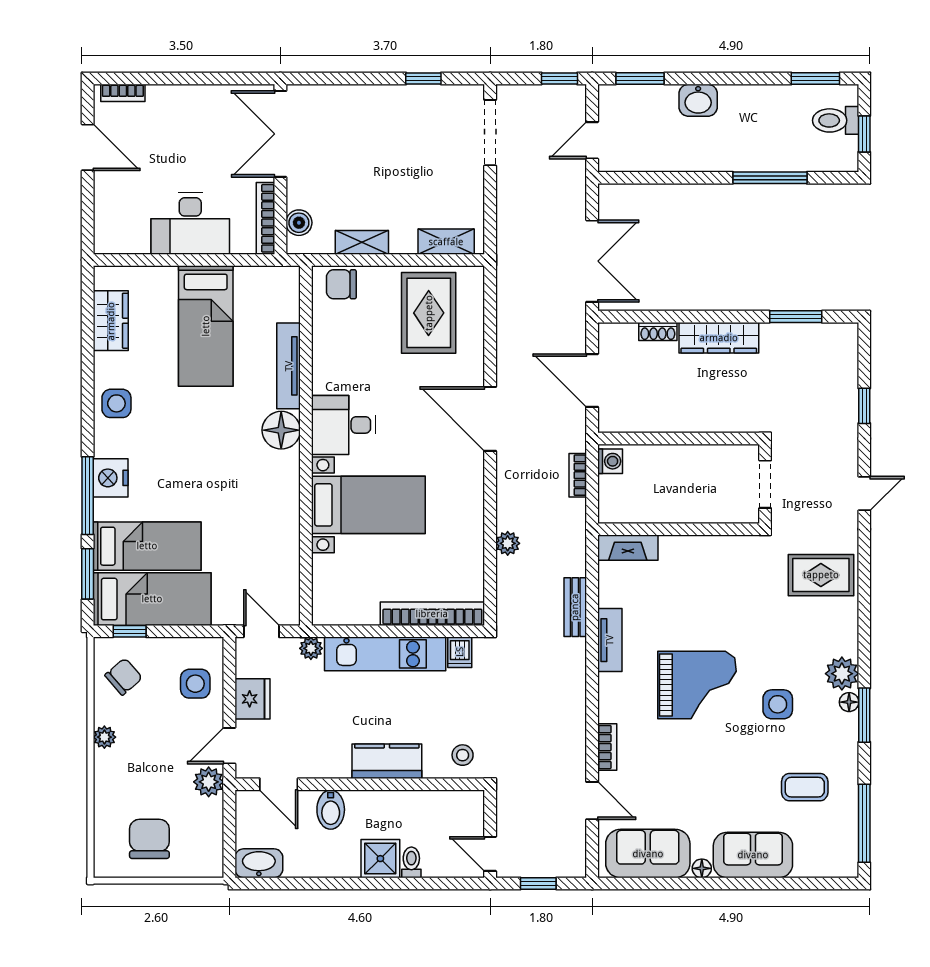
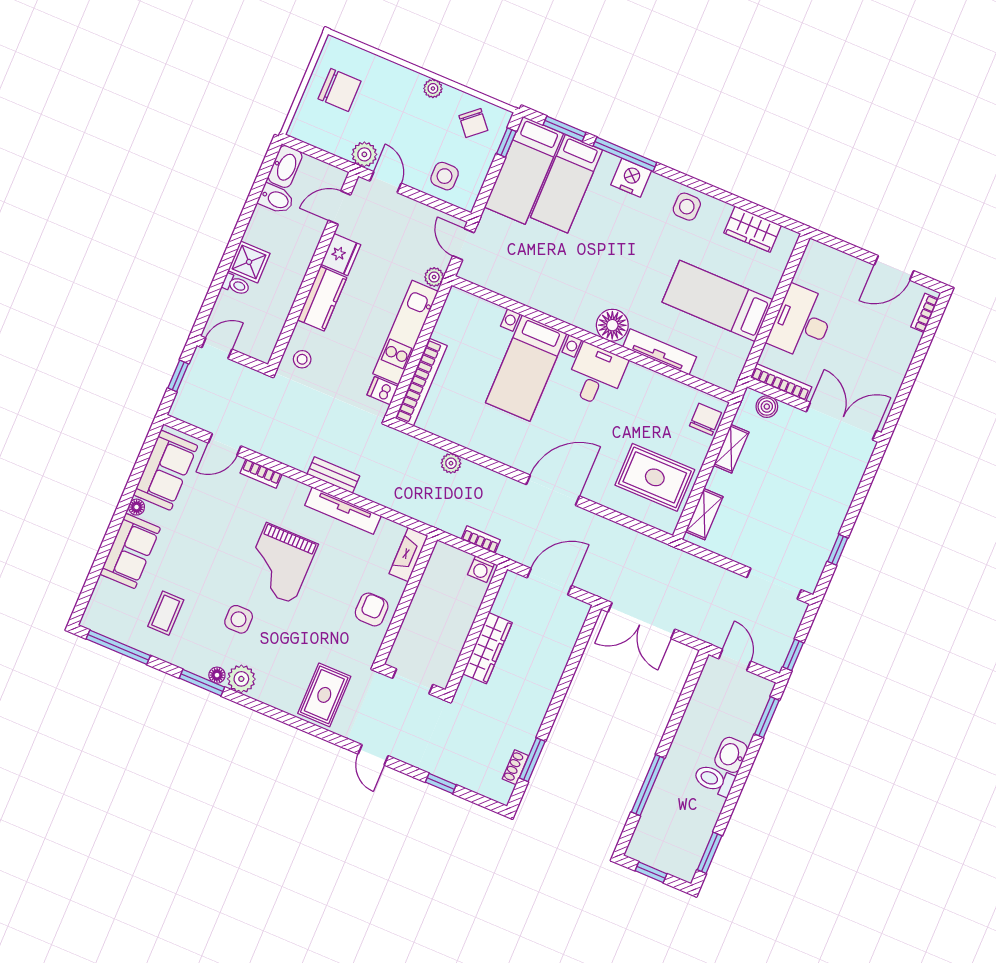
toilet: (836, 120) -> (714, 780), moved, turned -90
shoe rack: (658, 331) -> (515, 767), moved
wardrobe: (719, 338) -> (487, 648), moved, turned 180
armchair: (705, 563) -> (372, 609), added
bench: (575, 607) -> (333, 475), moved
door: (261, 631) -> (463, 244), swing flipped
tv unit: (610, 640) -> (343, 511), width x1.41
fridge: (252, 699) -> (341, 255), moved, turned -90
bidet: (331, 810) -> (276, 199), moved, turned 180

